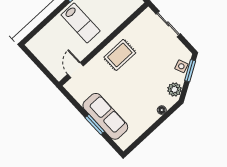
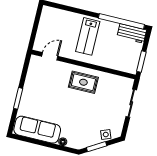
window: (190, 71) -> (97, 147), moved
plant: (174, 89) -> (85, 141), removed
sofa: (105, 116) -> (37, 130), moved, turned -90

